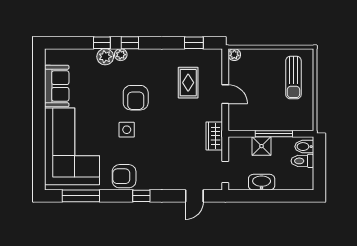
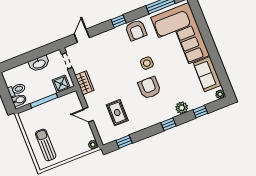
window: (102, 43) -> (200, 112), moved
plant: (121, 55) -> (220, 94), moved
shower: (262, 146) -> (61, 84), moved
armchair: (124, 176) -> (136, 30), turned 90

